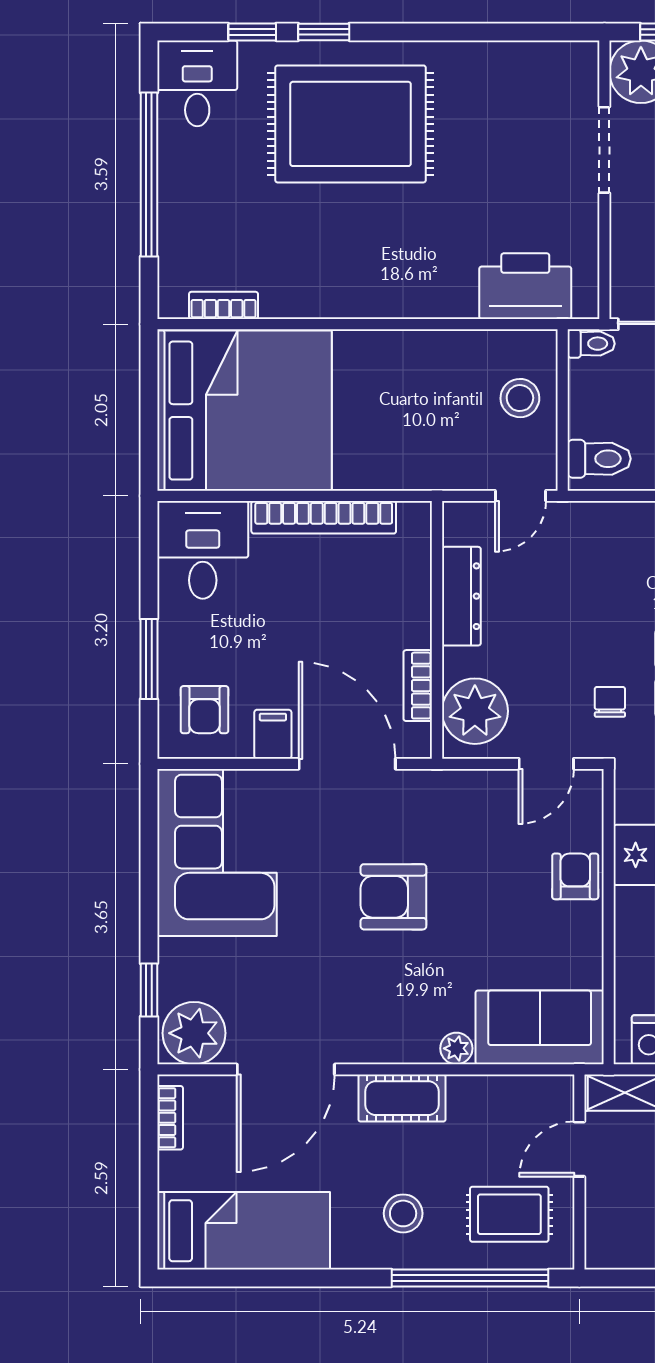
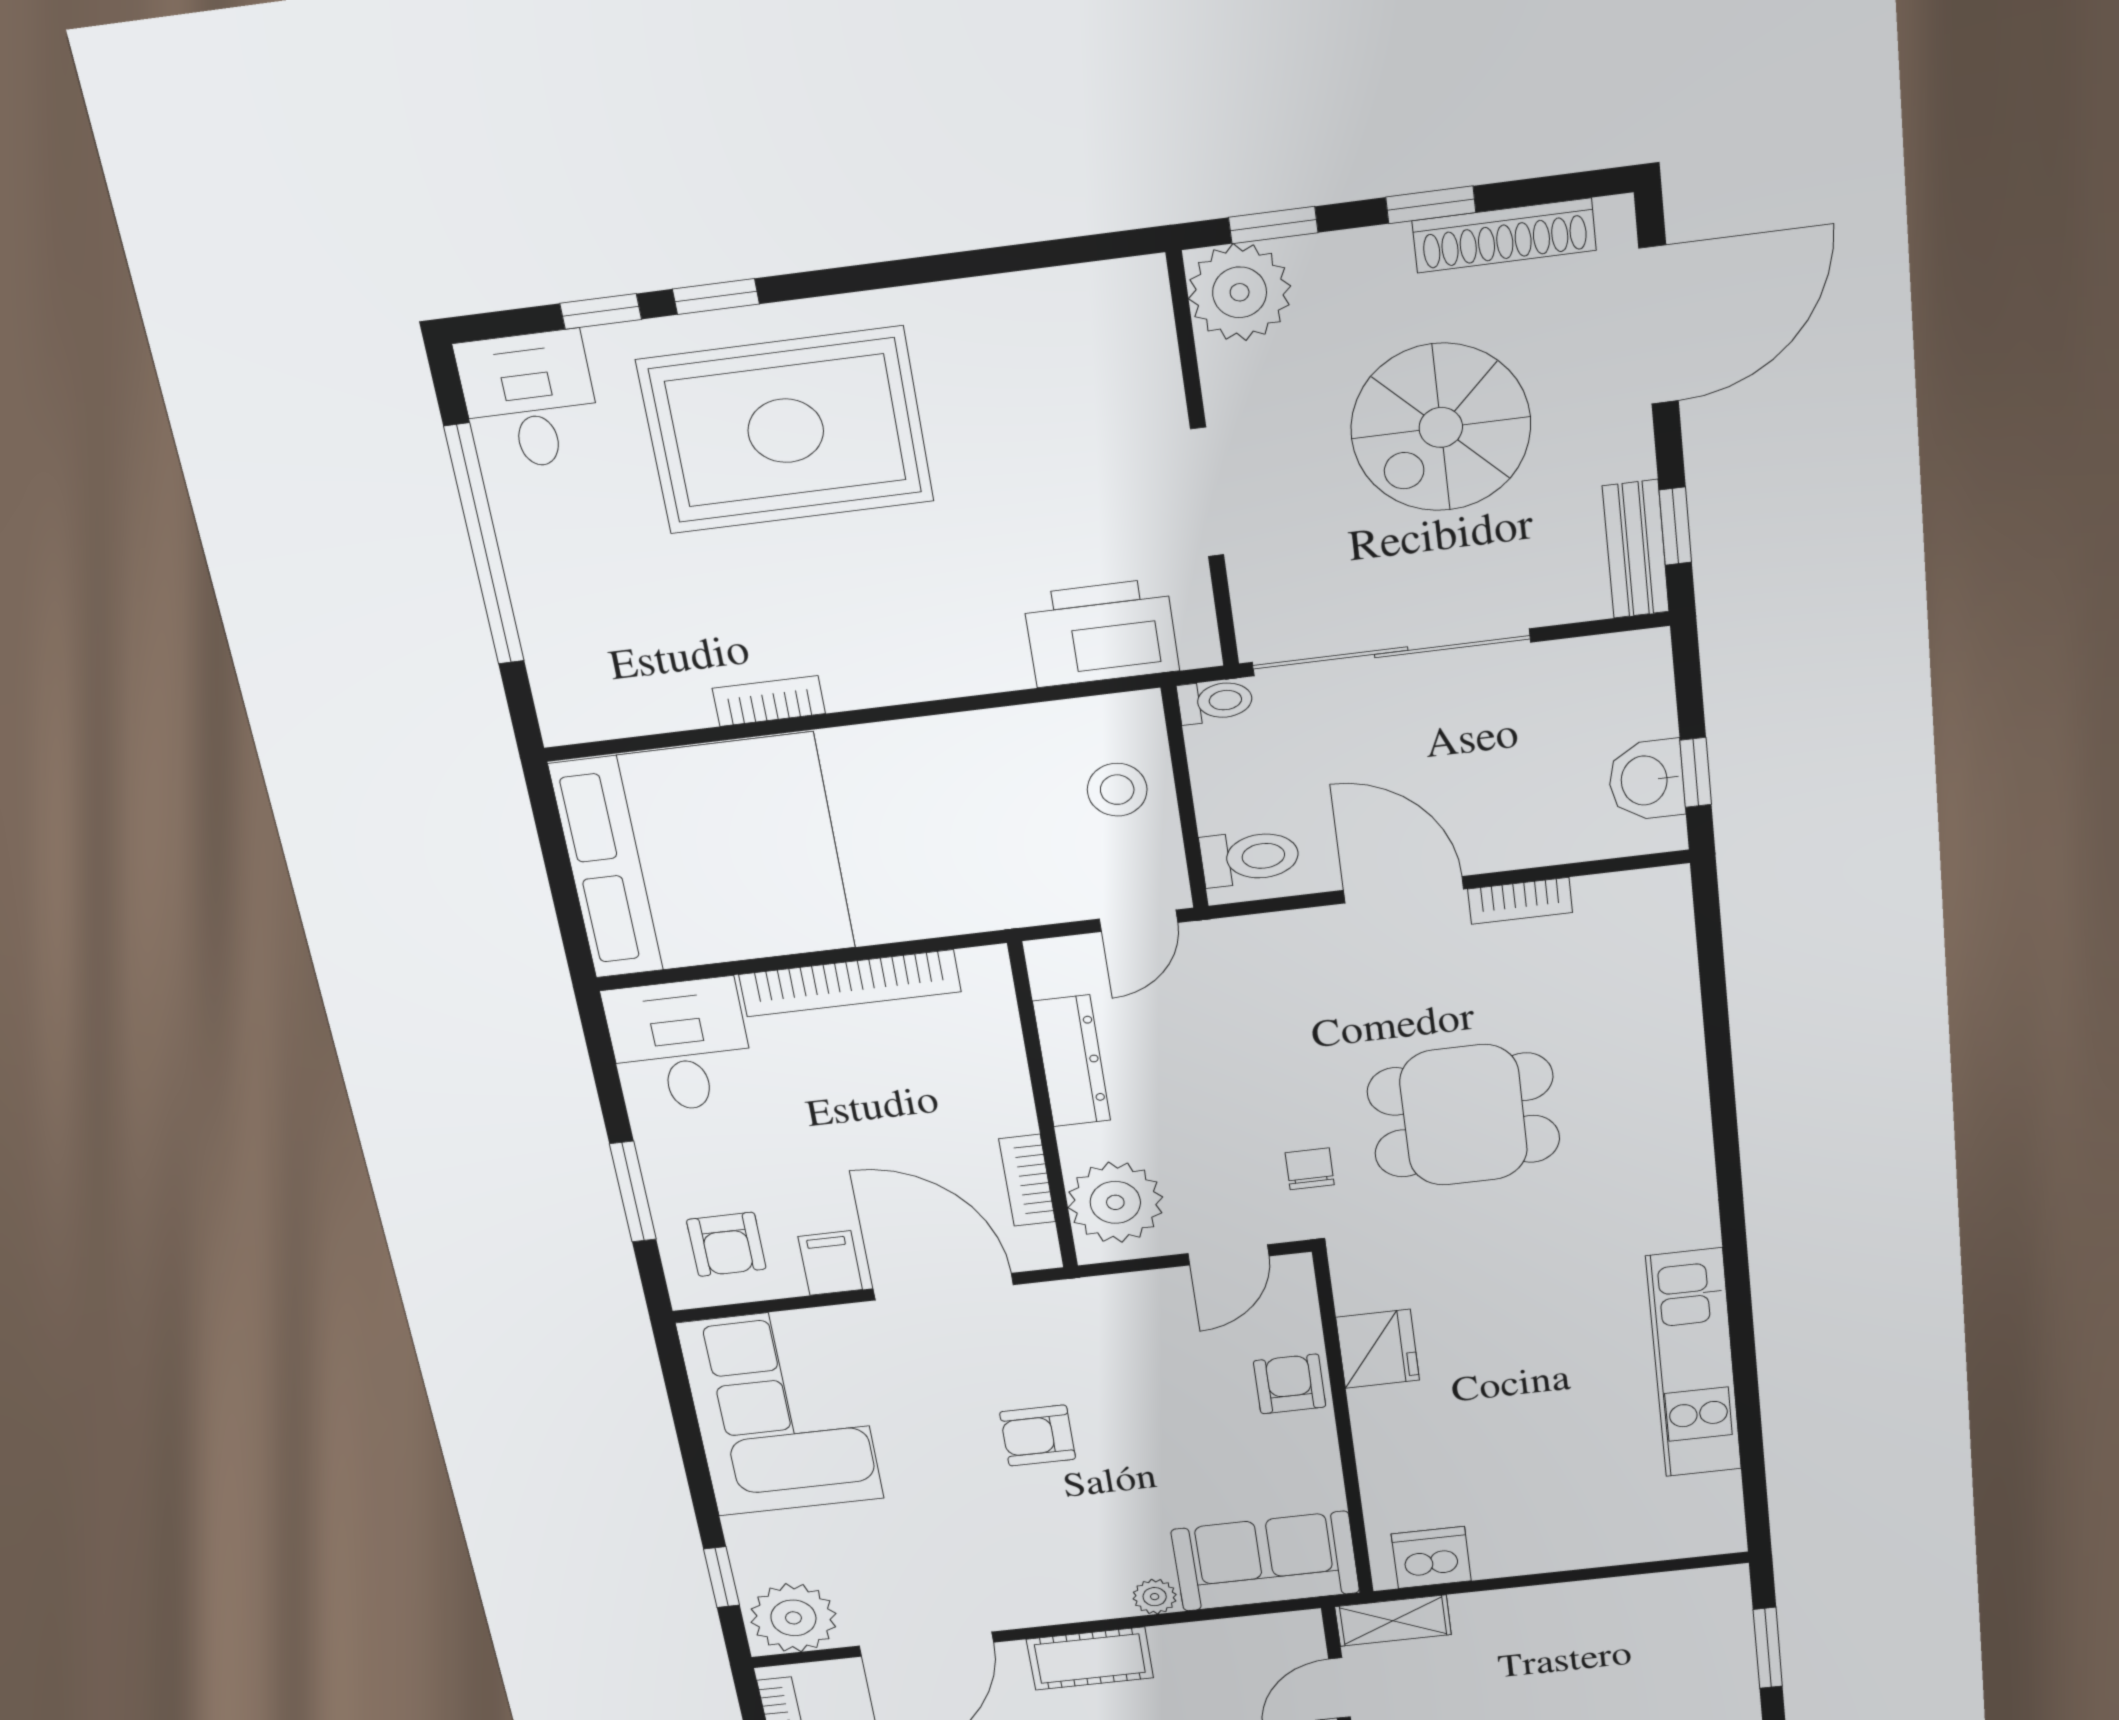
doorway: (604, 150) -> (1207, 492), moved
bookcase: (224, 305) -> (769, 701), moved
armchair: (393, 897) -> (1038, 1436), width x0.72, depth x0.72

